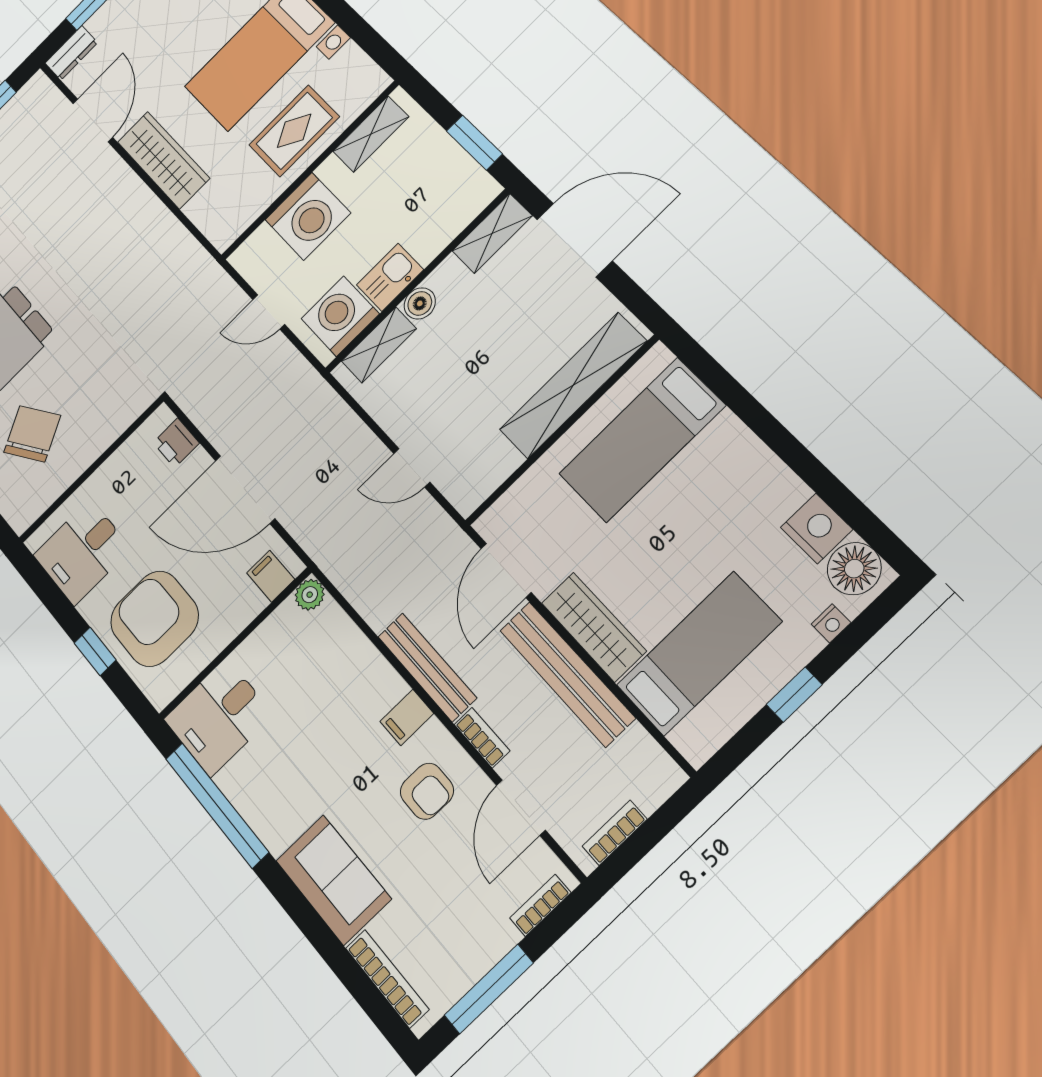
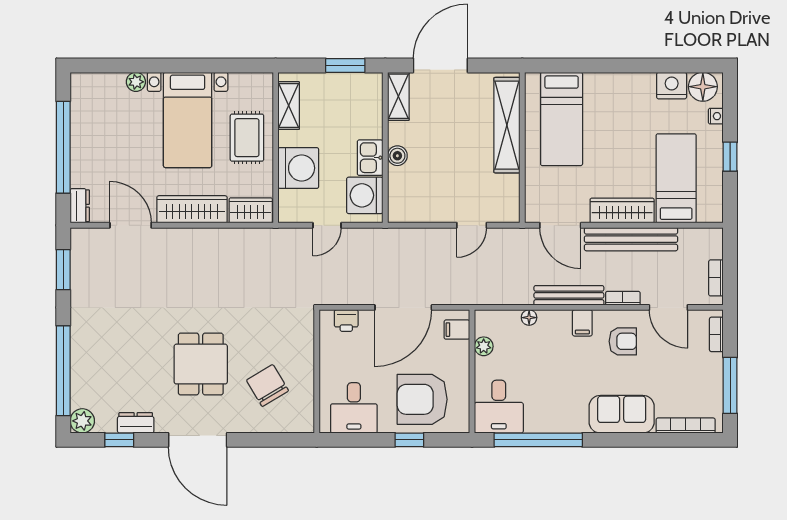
wardrobe: (215, 218) -> (251, 210), added
shelving: (379, 345) -> (398, 190), removed
plant: (310, 595) -> (484, 346), moved
floor lamp: (358, 646) -> (529, 318), added

